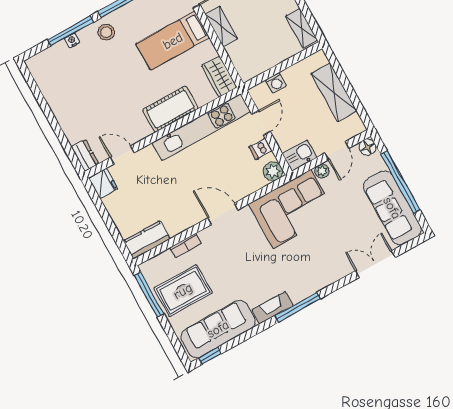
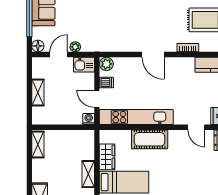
wardrobe: (219, 77) -> (107, 157), moved
washing machine: (276, 83) -> (89, 119), moved
shelving: (334, 92) -> (38, 92), width x0.67, depth x0.75
door: (261, 123) -> (97, 99), hinge flipped
corner sofa: (292, 209) -> (107, 33), removed

